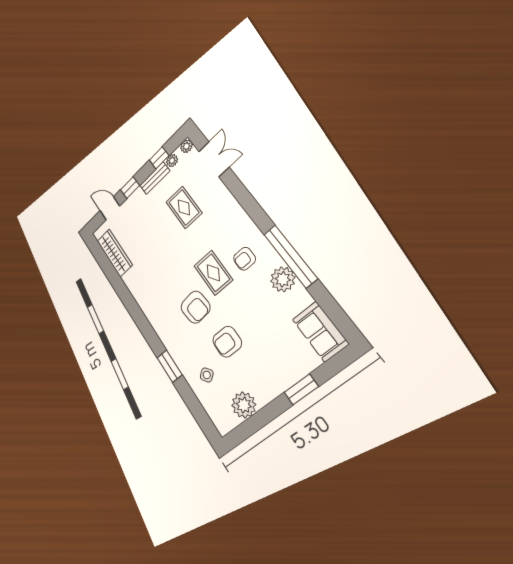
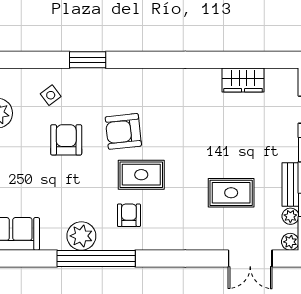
wardrobe: (115, 253) -> (243, 80), width x0.67

